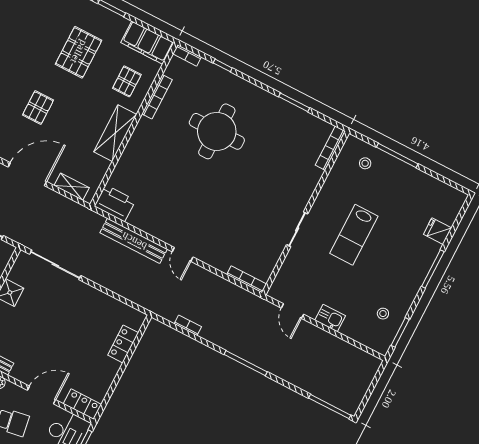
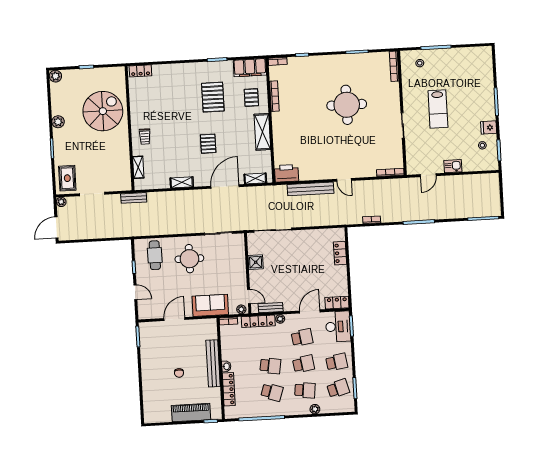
round table: (217, 131) -> (347, 105), moved
fridge: (438, 231) -> (489, 128), moved
door: (292, 311) -> (428, 175), hinge flipped

